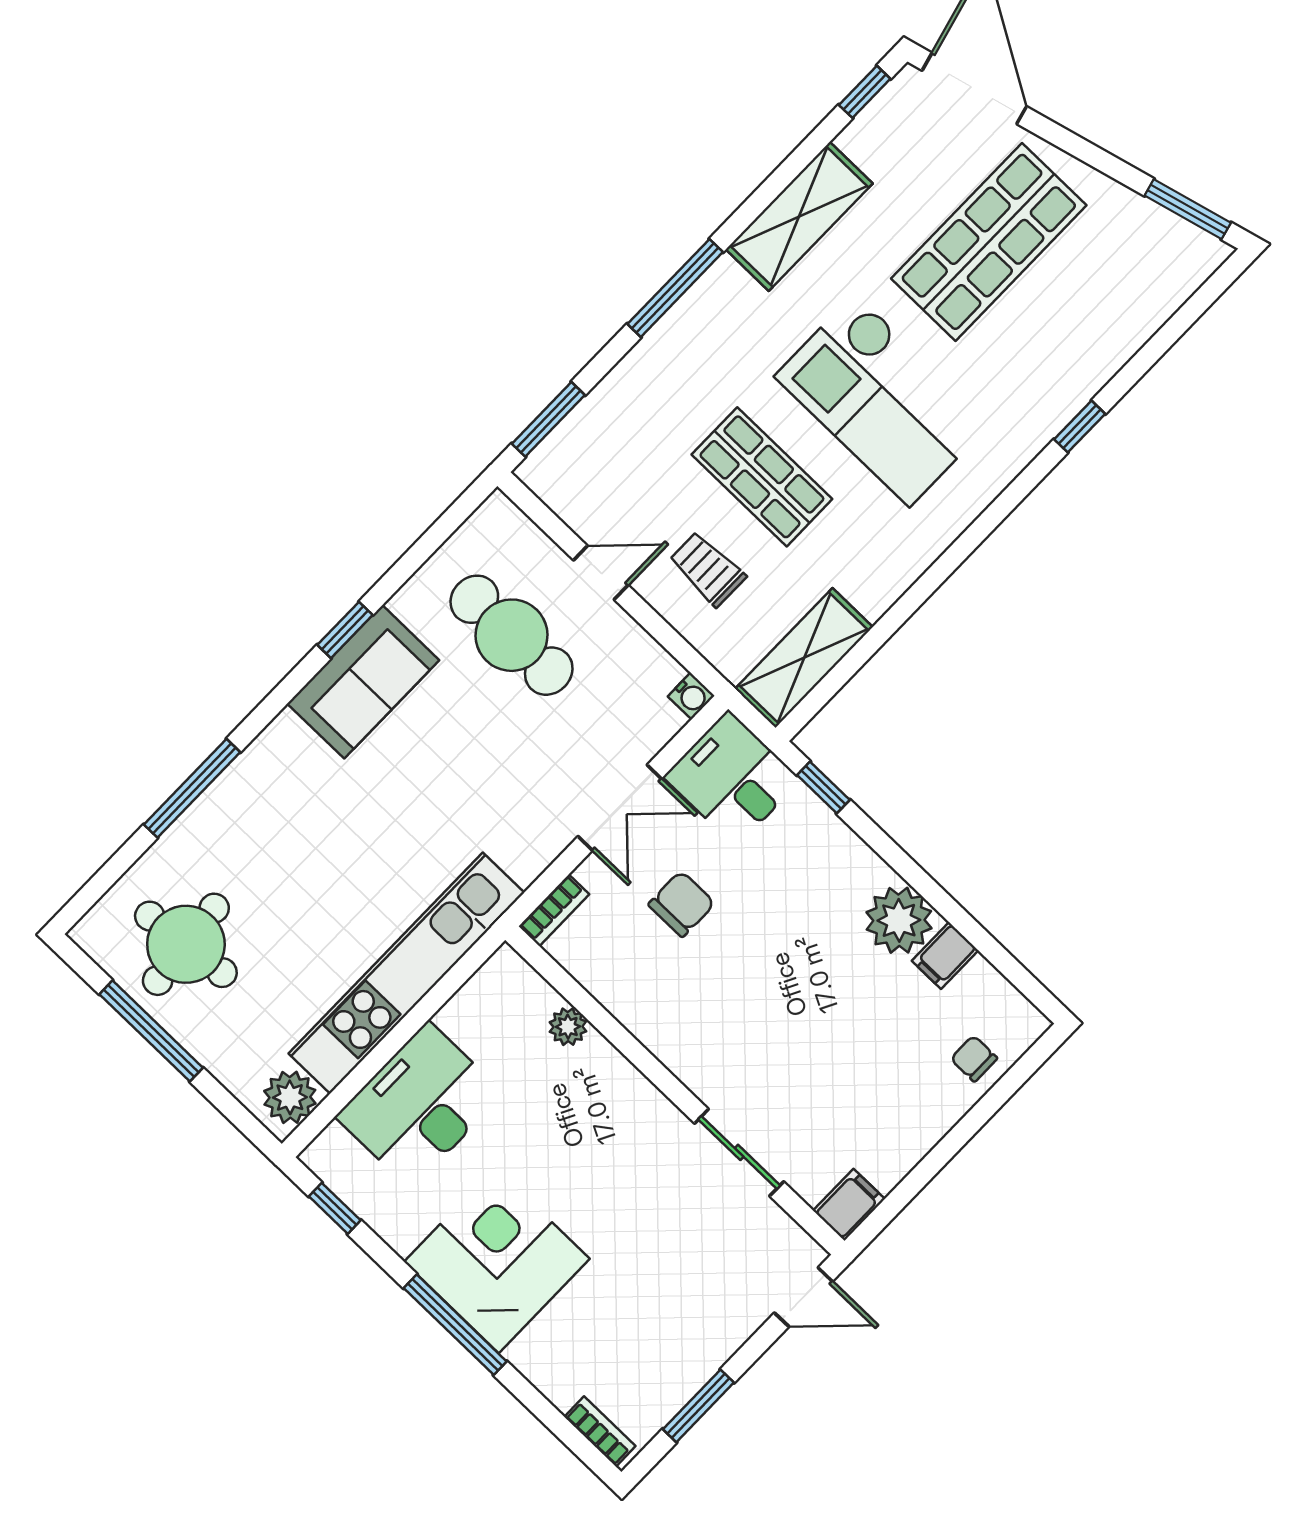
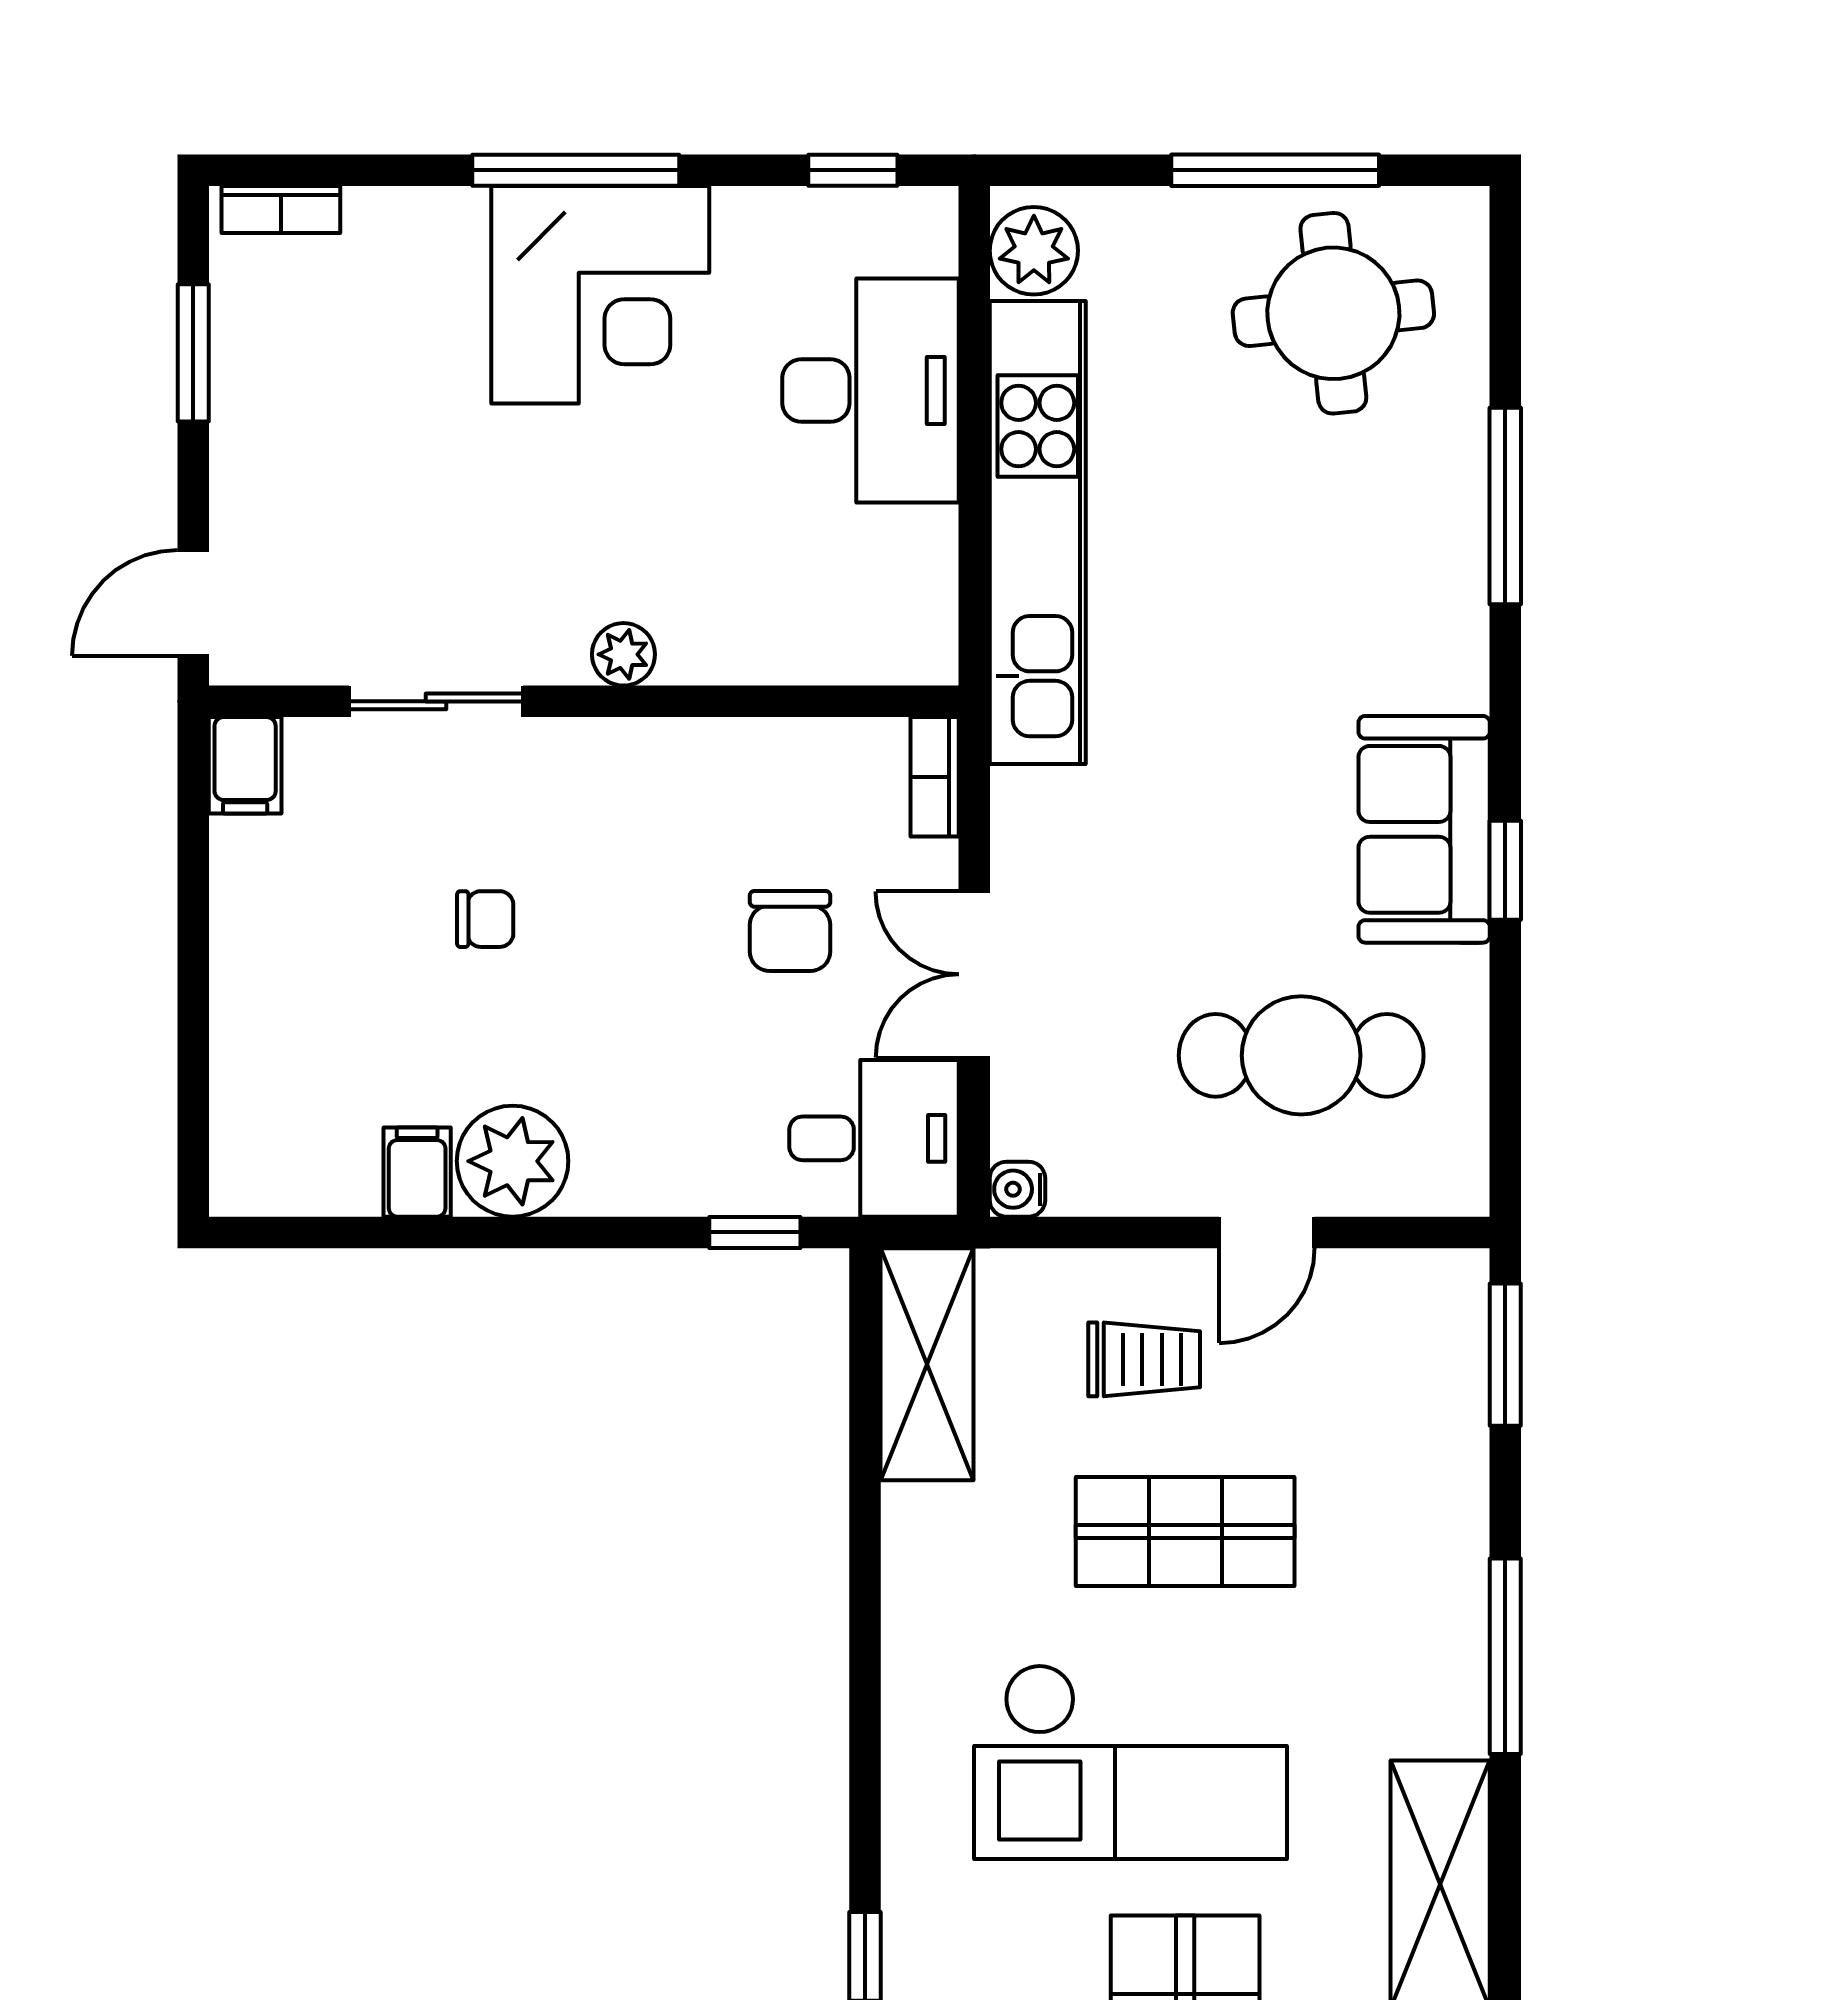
checkout: (882, 400) -> (1130, 1761), turned 180
plant: (568, 1027) -> (623, 654), moved
chair: (974, 1059) -> (485, 919), moved

